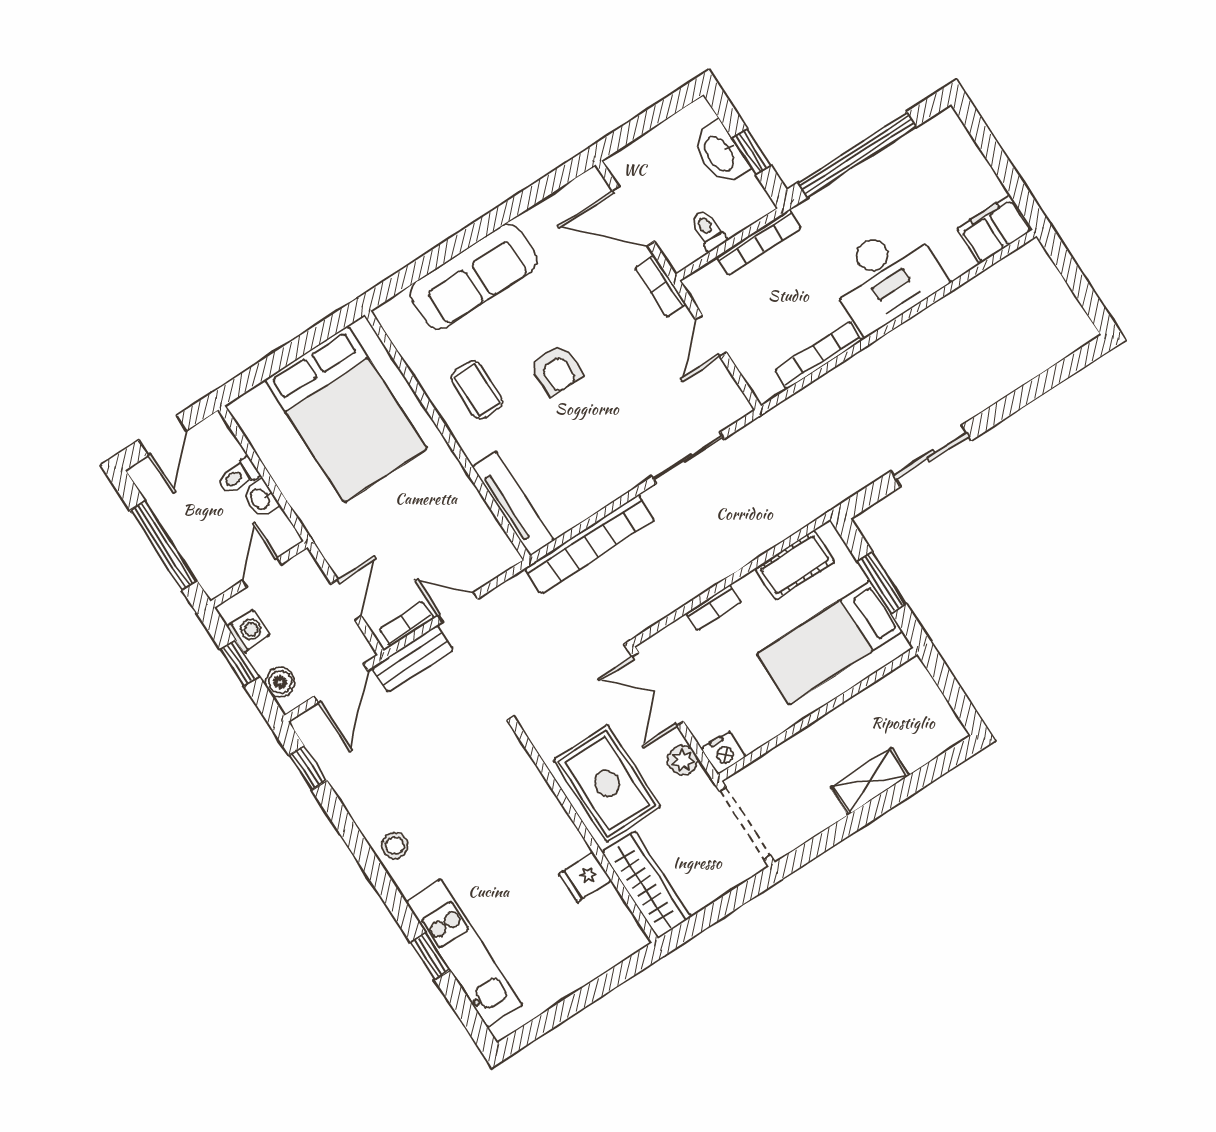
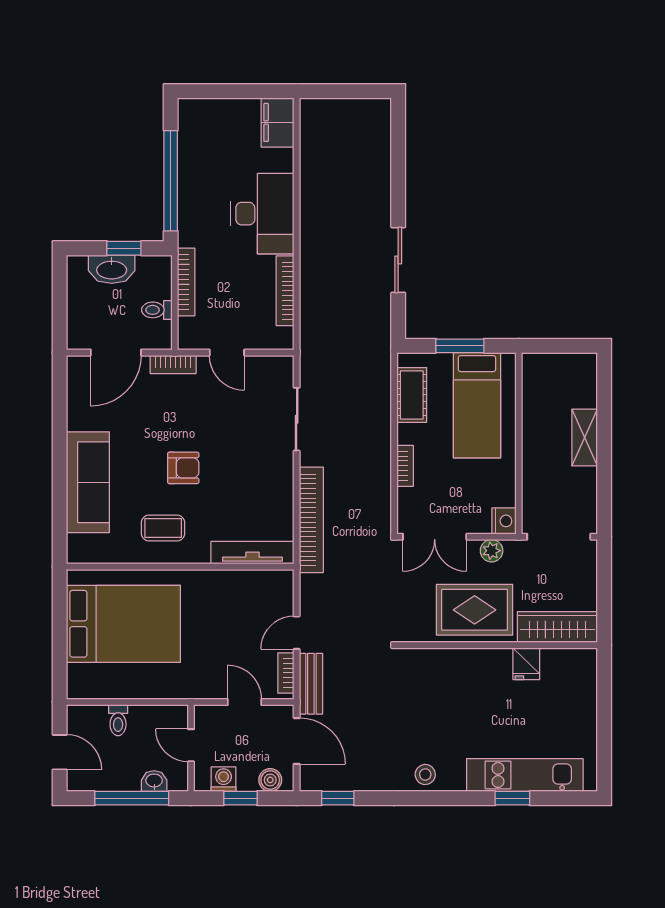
washbasin: (261, 499) -> (154, 781), moved, turned 180

